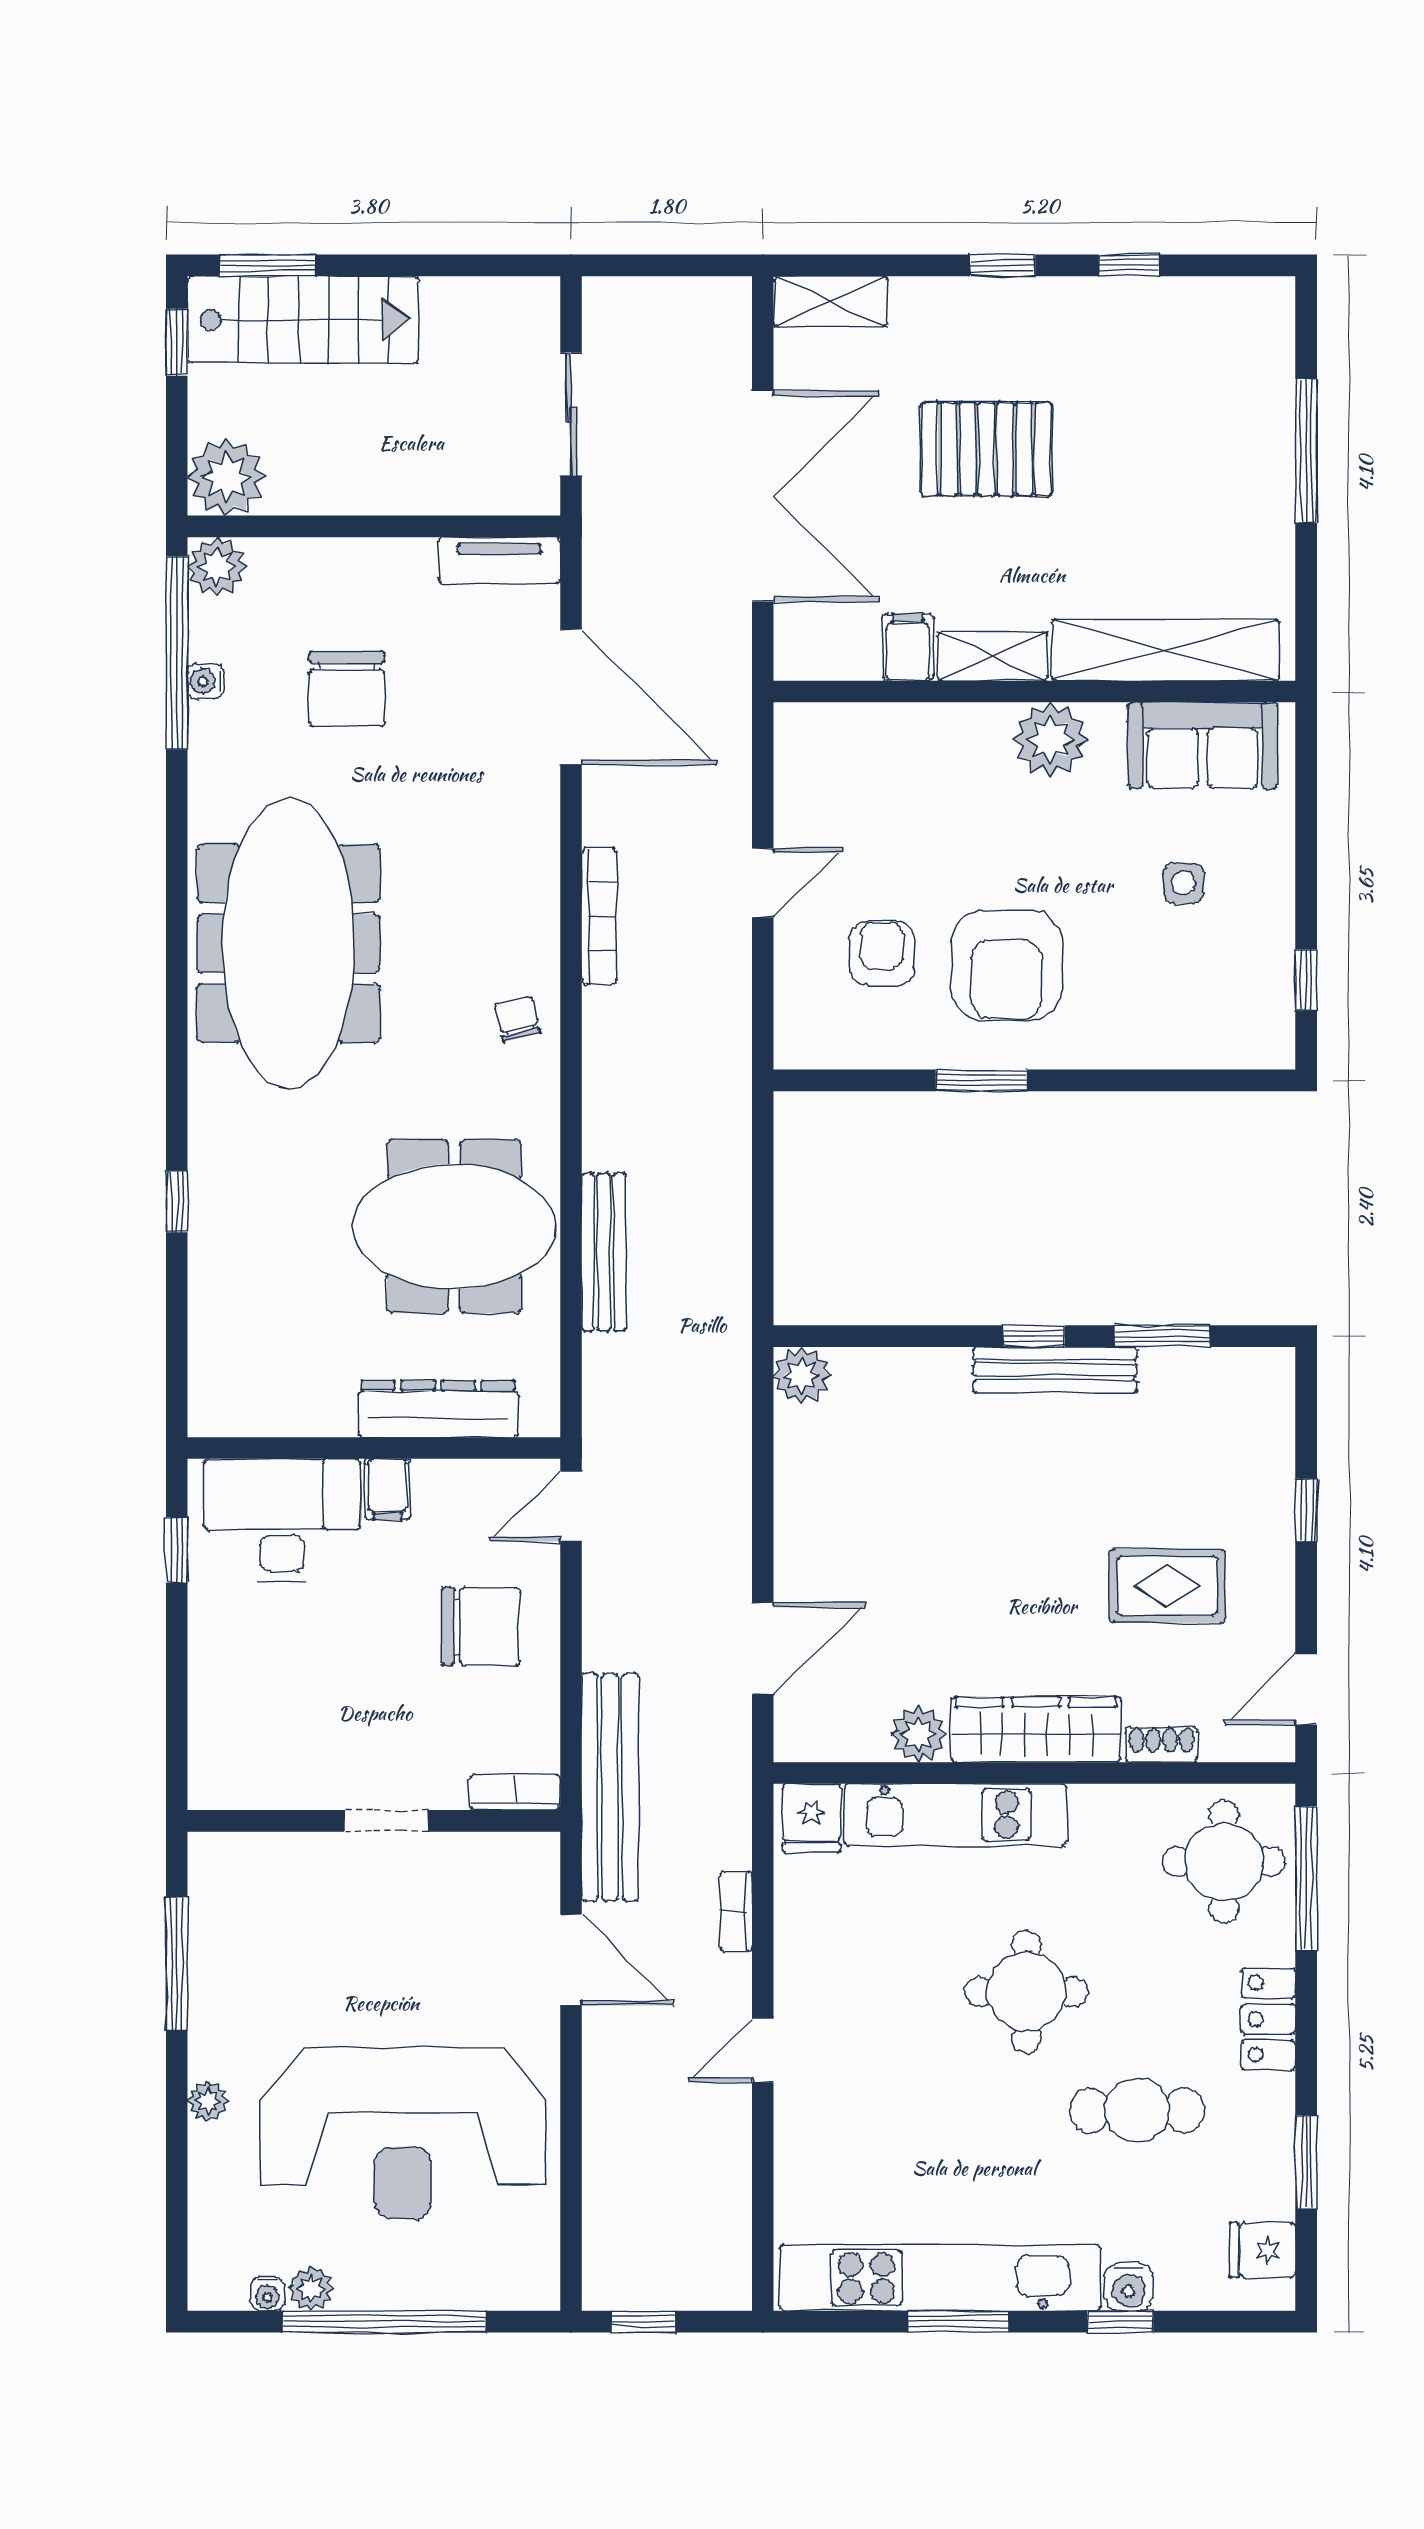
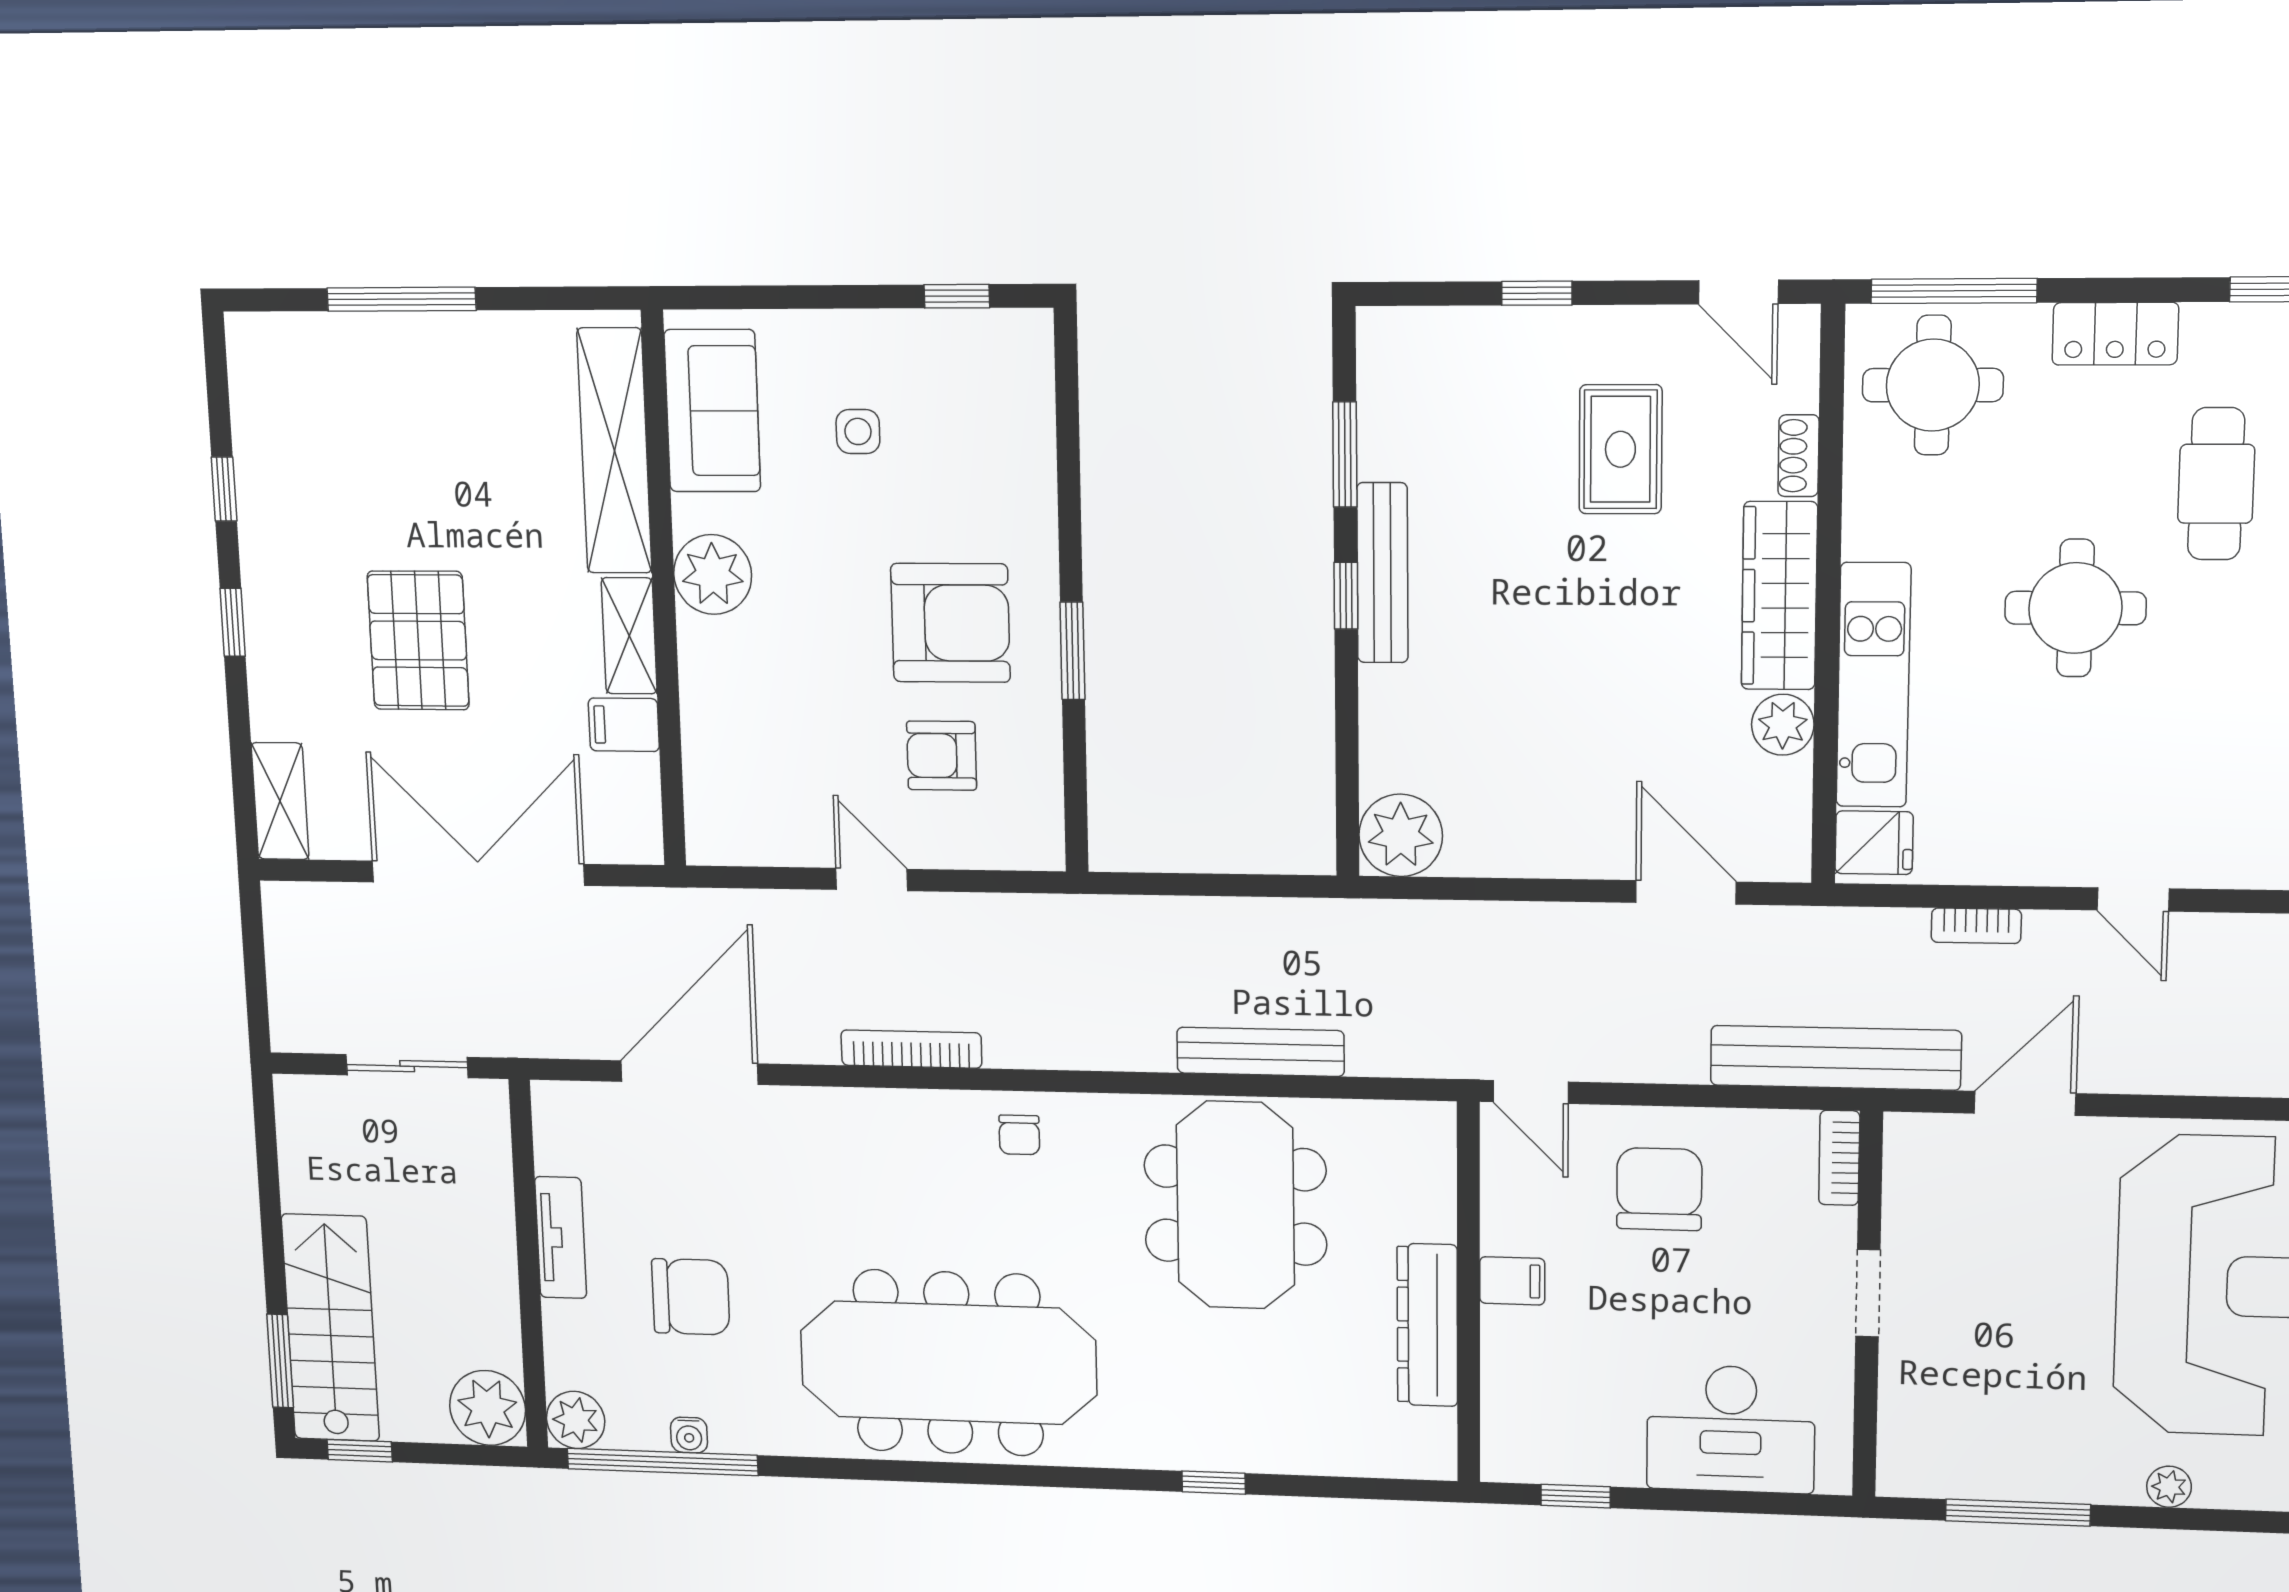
tv unit: (499, 560) -> (561, 1238), moved
chair: (517, 1019) -> (1019, 1135), turned -77
plant: (802, 1375) -> (1401, 835), width x1.36, depth x1.36
dresser: (438, 1409) -> (1427, 1325), moved
desk: (282, 1520) -> (1731, 1429), moved, turned -90

